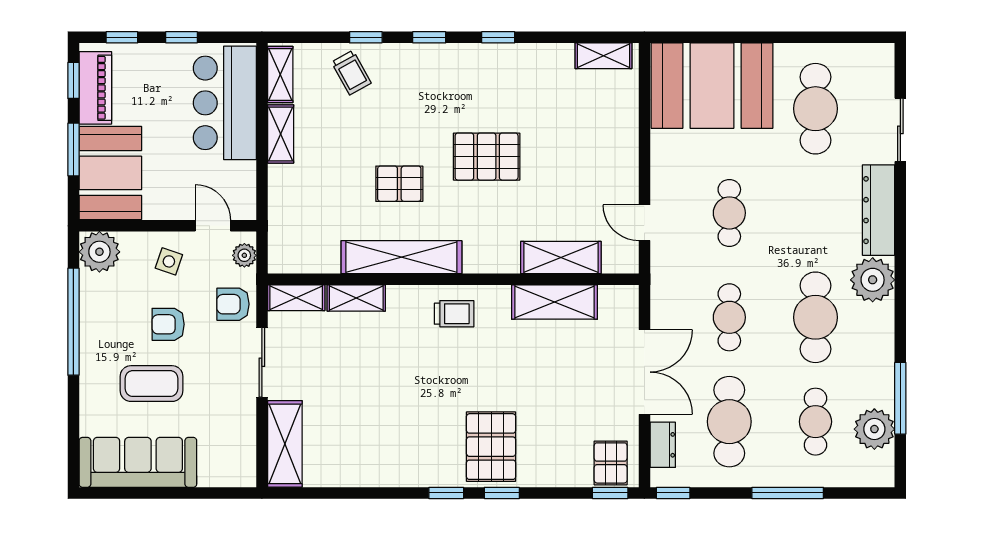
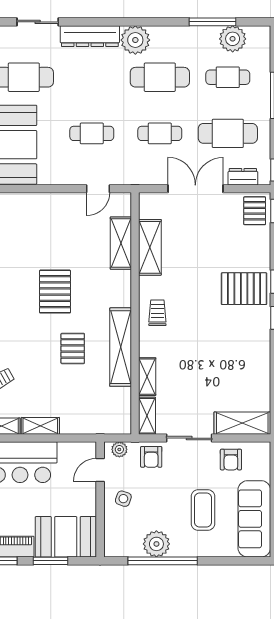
plant: (99, 252) -> (156, 544), moved
armchair: (168, 324) -> (231, 460), moved
pallet: (611, 463) -> (255, 211), turned 90

